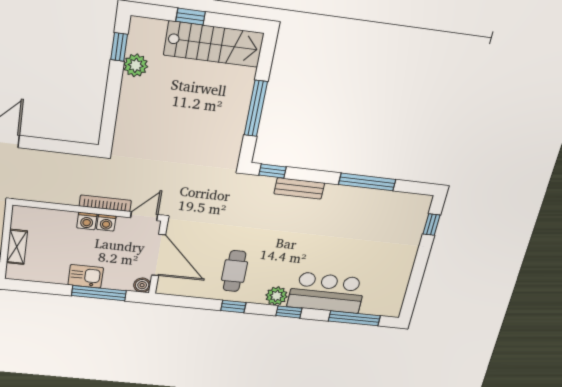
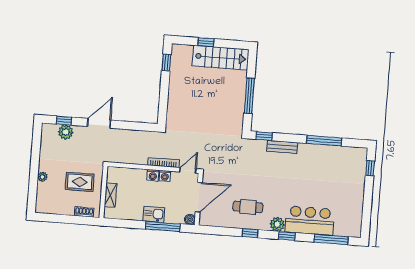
plant: (136, 65) -> (177, 73), removed
door: (159, 255) -> (199, 197), hinge flipped
cafe table: (235, 271) -> (248, 207), turned 90

